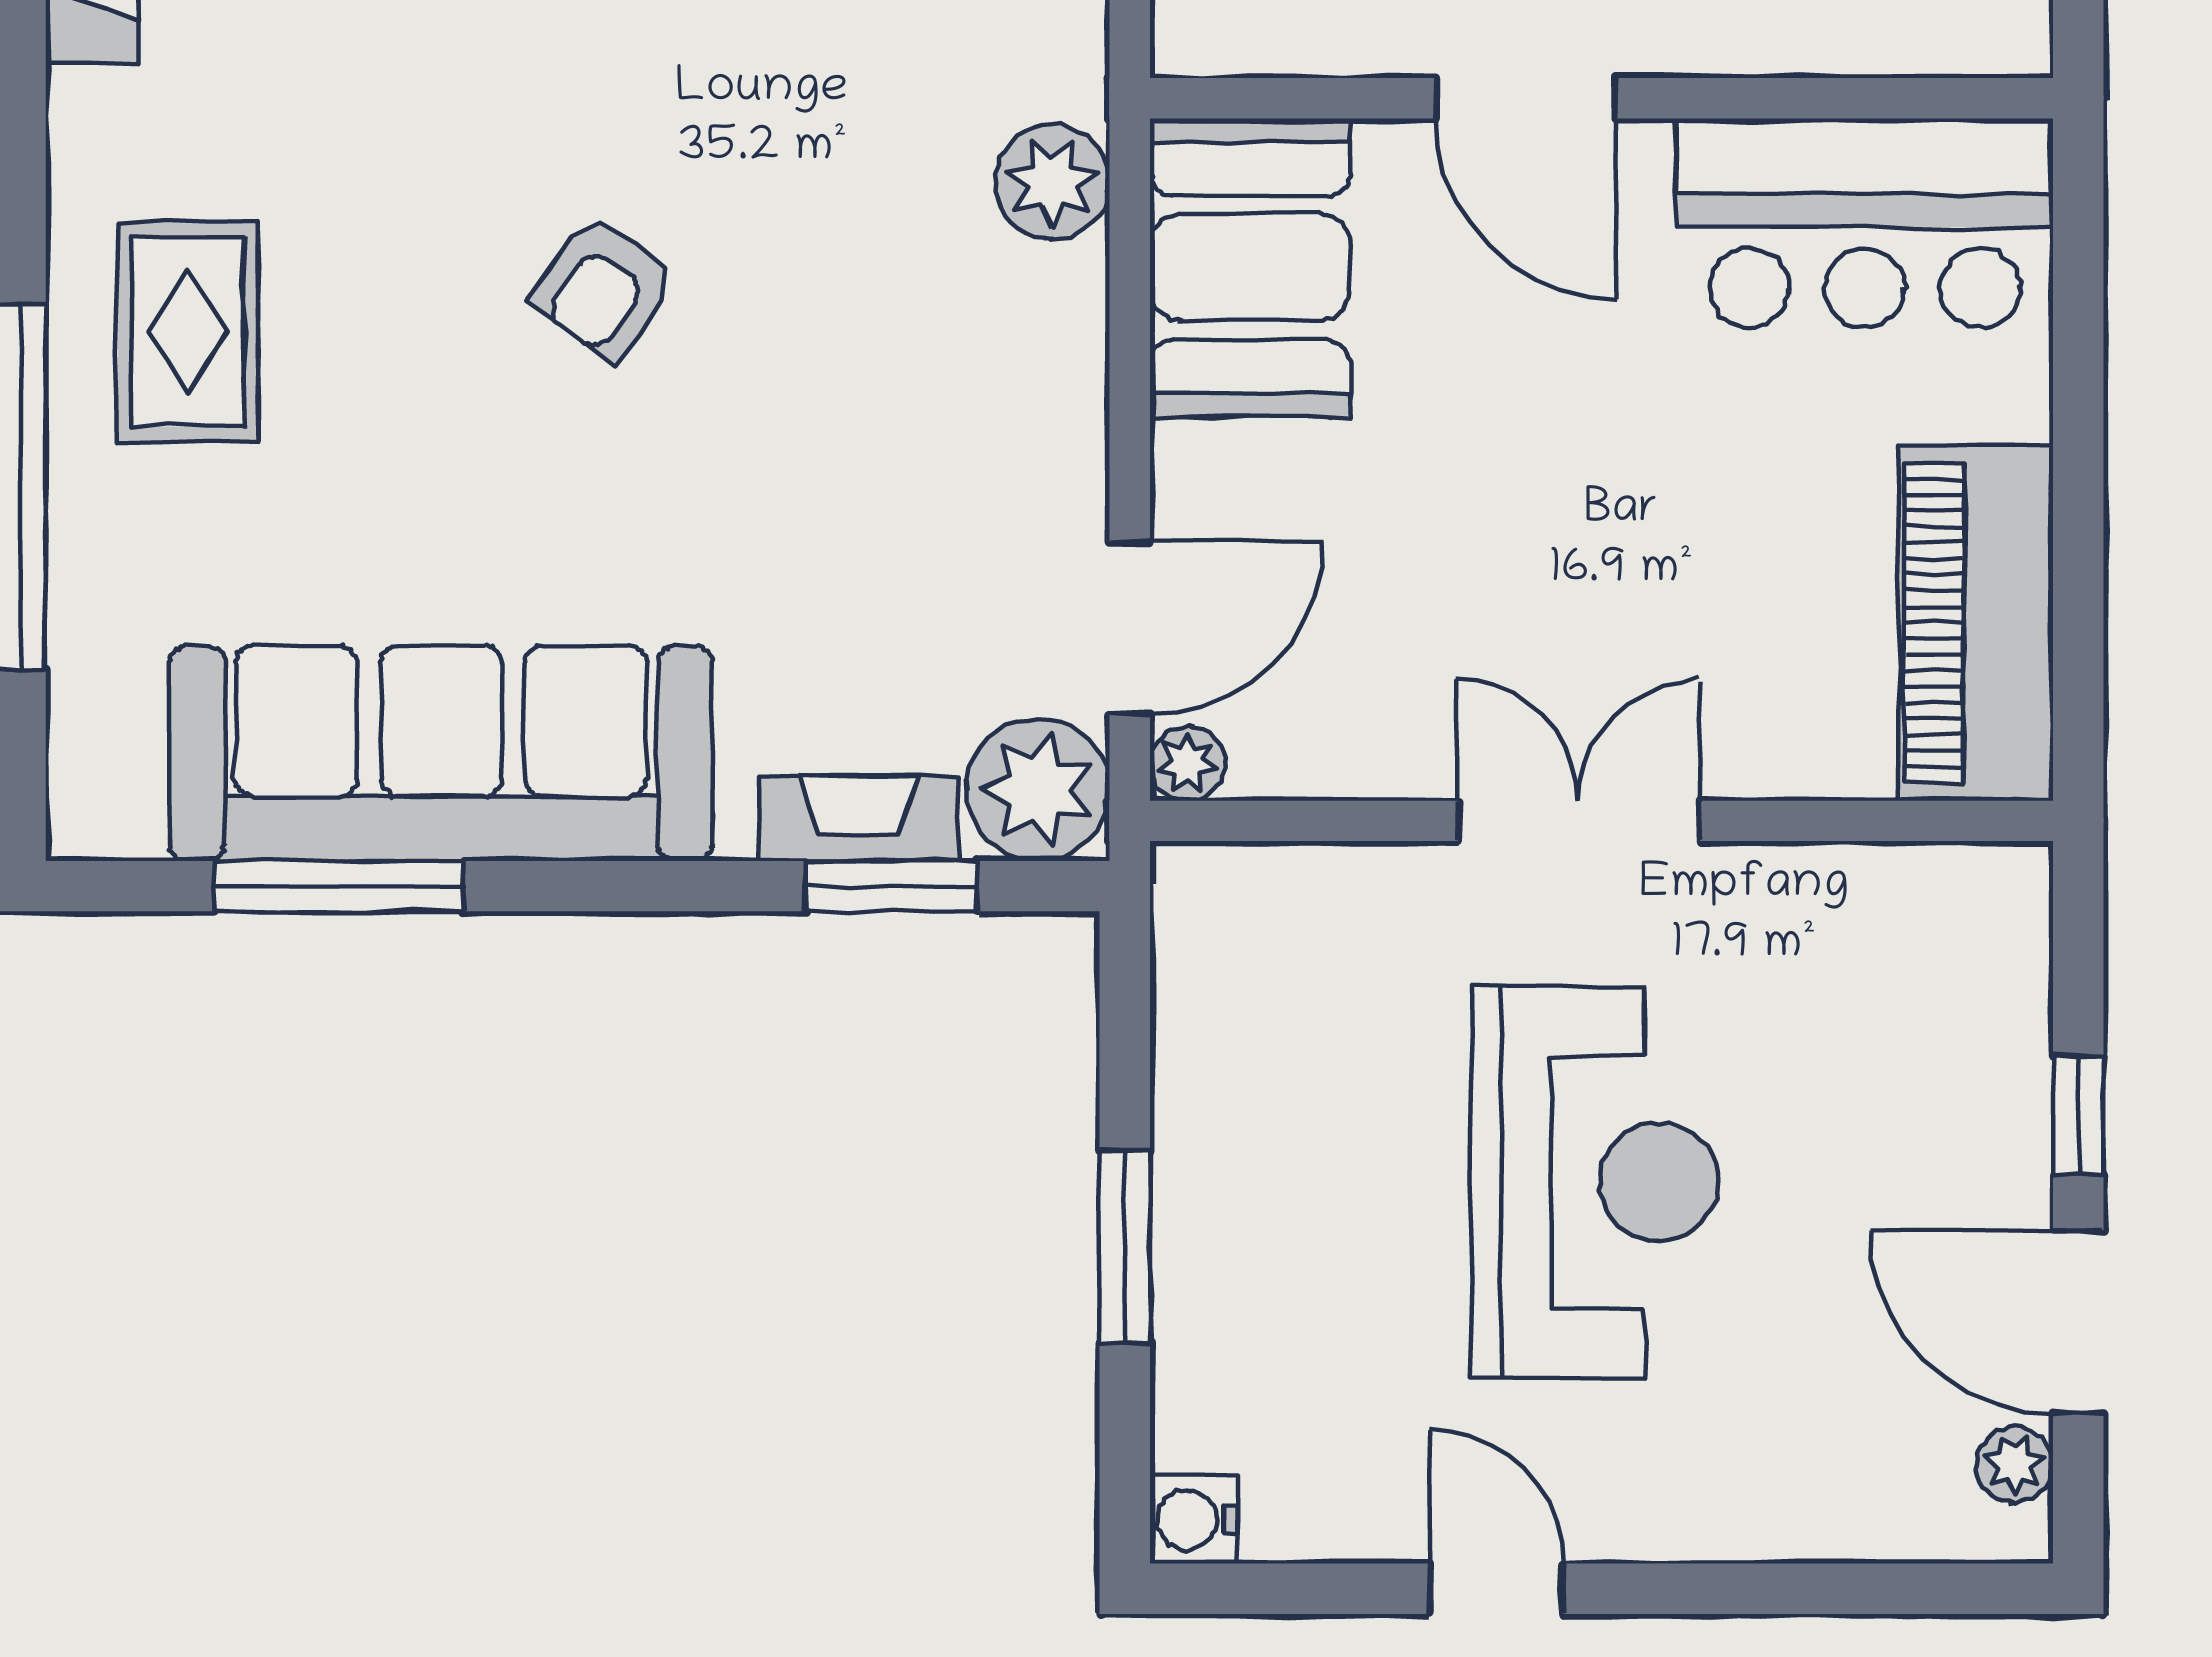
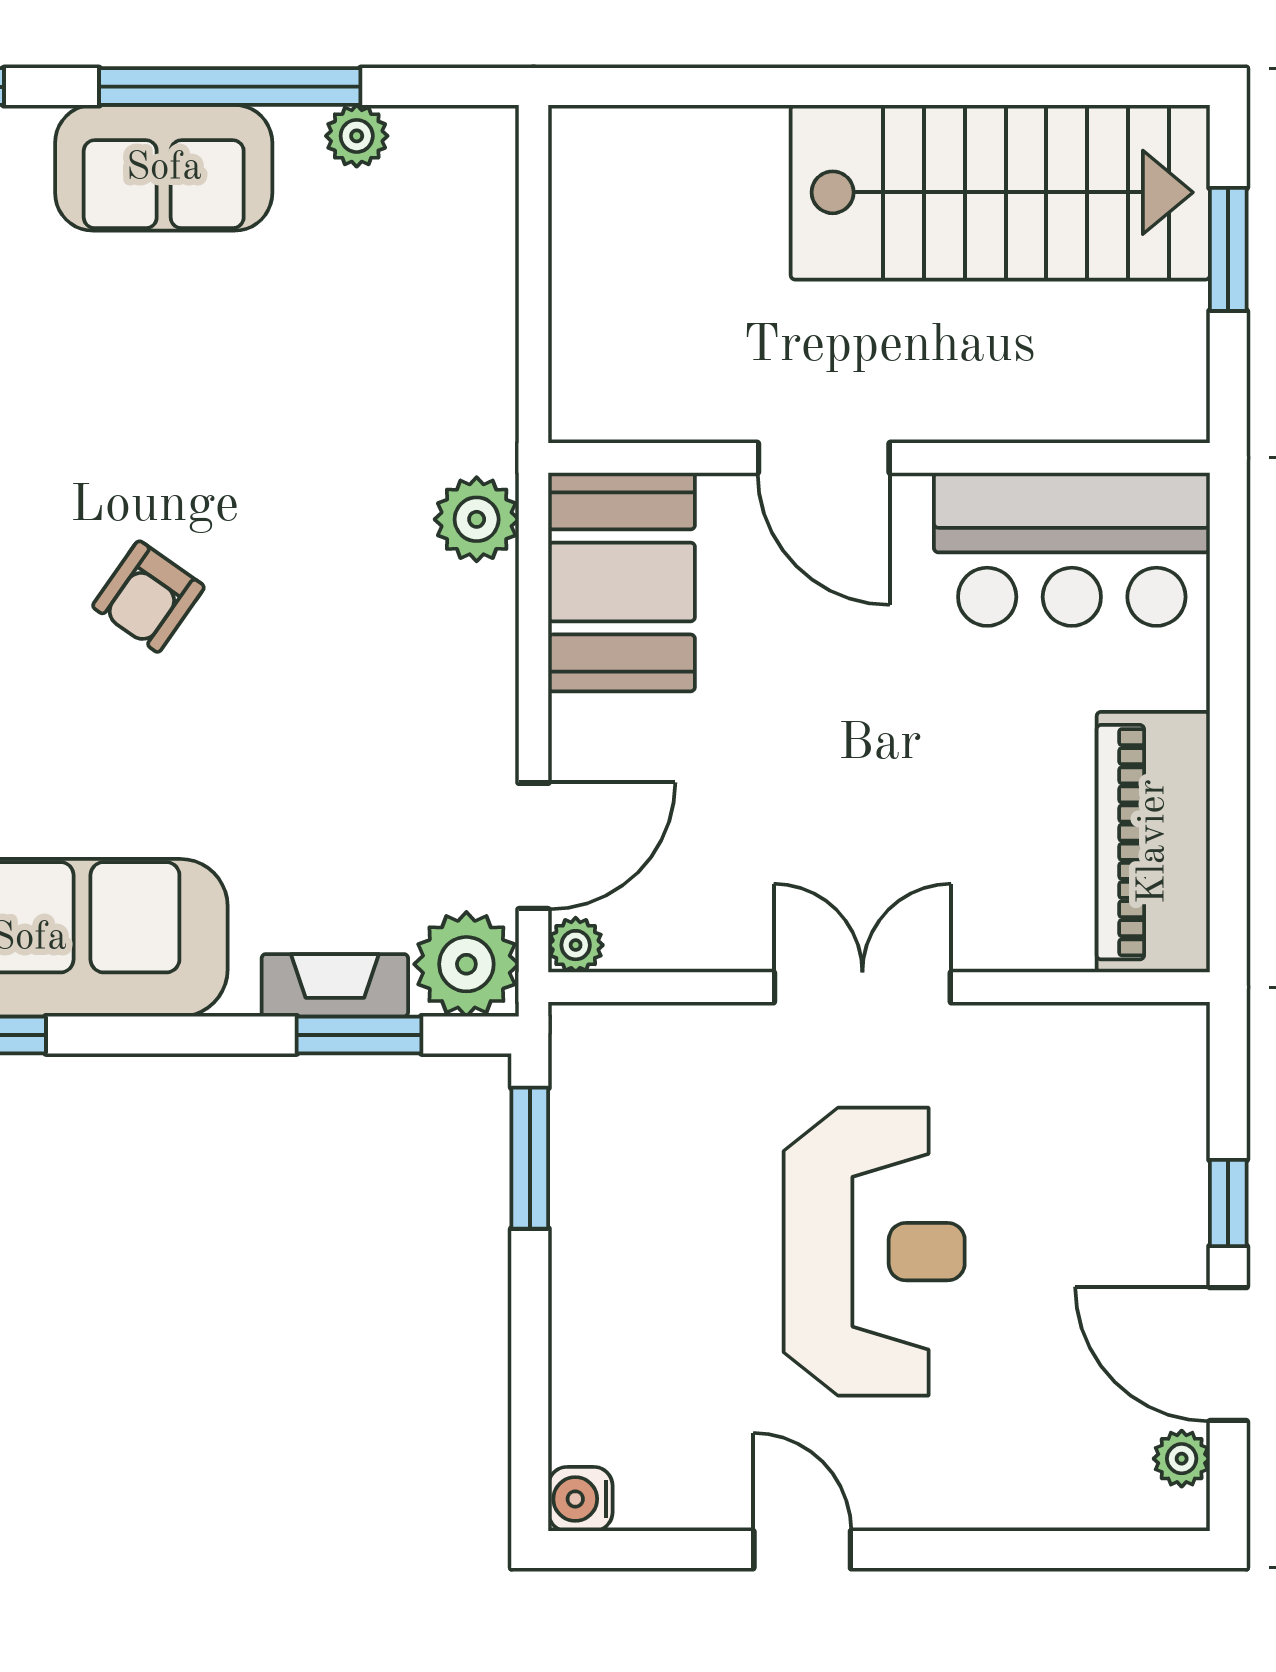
window: (1125, 1247) -> (530, 1158), moved

